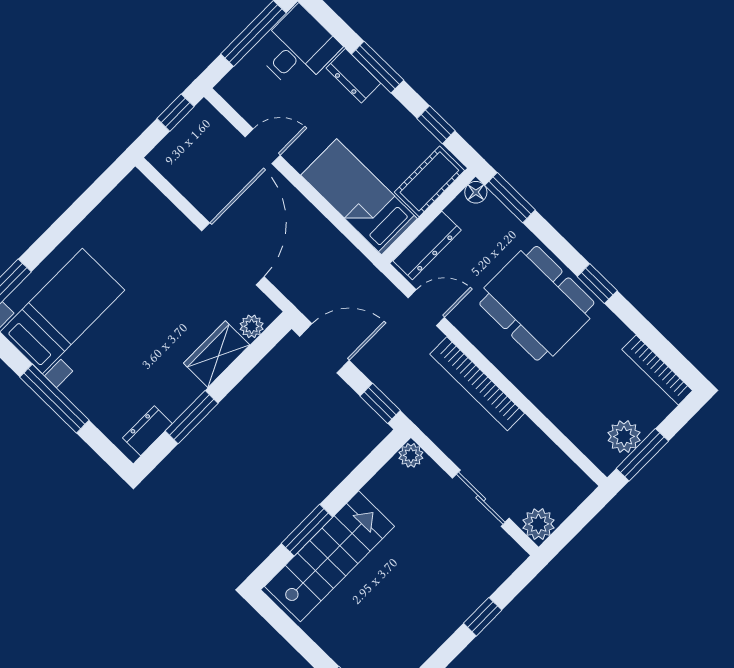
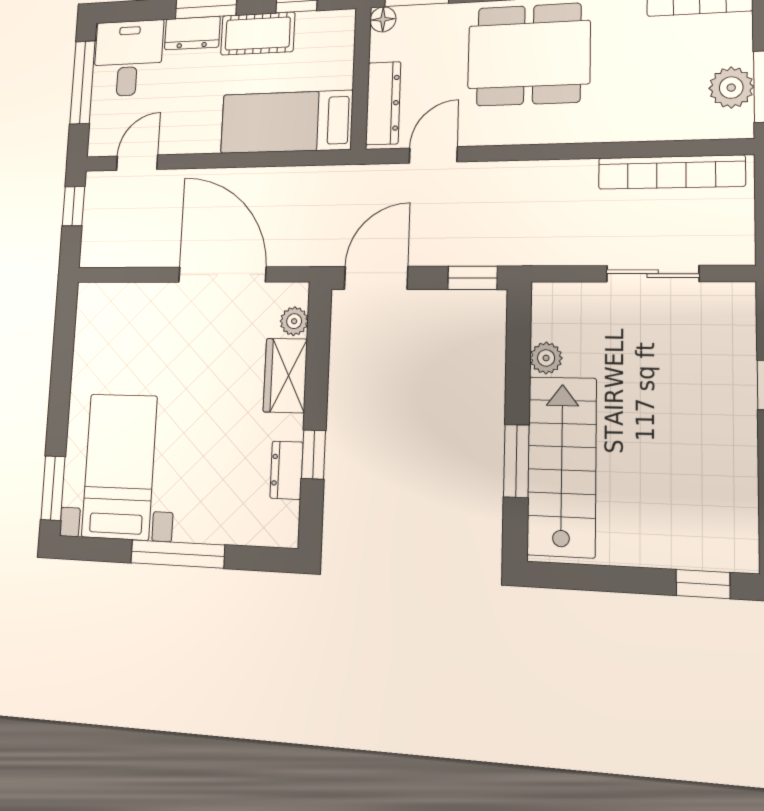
door: (263, 146) -> (137, 163), moved
cot: (429, 181) -> (258, 34), moved, turned 90
bookcase: (477, 384) -> (671, 172), moved
window: (192, 417) -> (313, 455), width x0.67
dresser: (147, 431) -> (286, 470), moved
plant: (411, 455) -> (546, 358), moved
plant: (538, 524) -> (733, 244), removed

